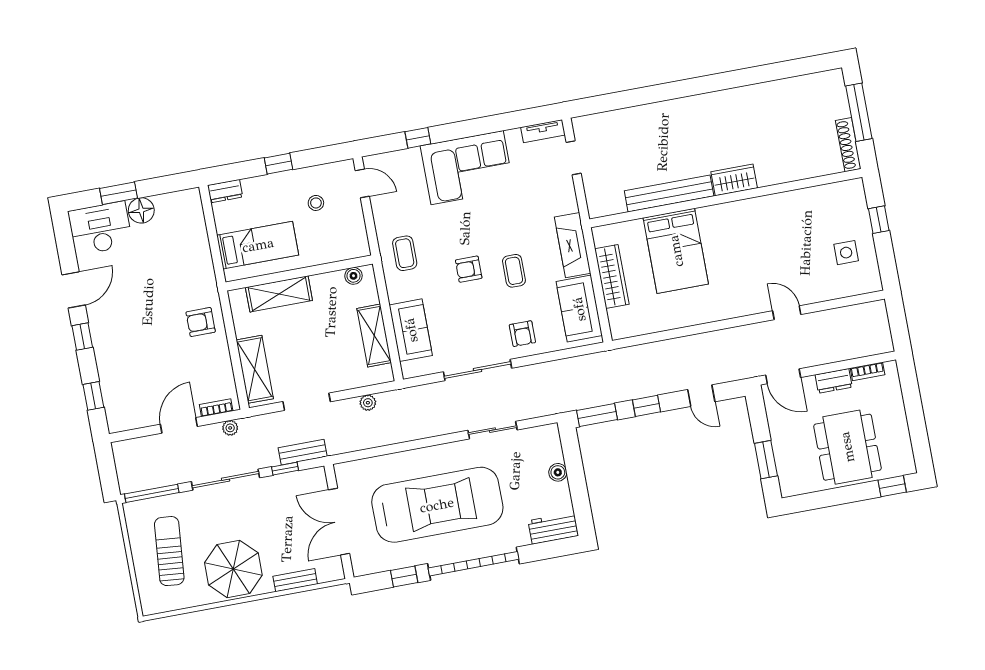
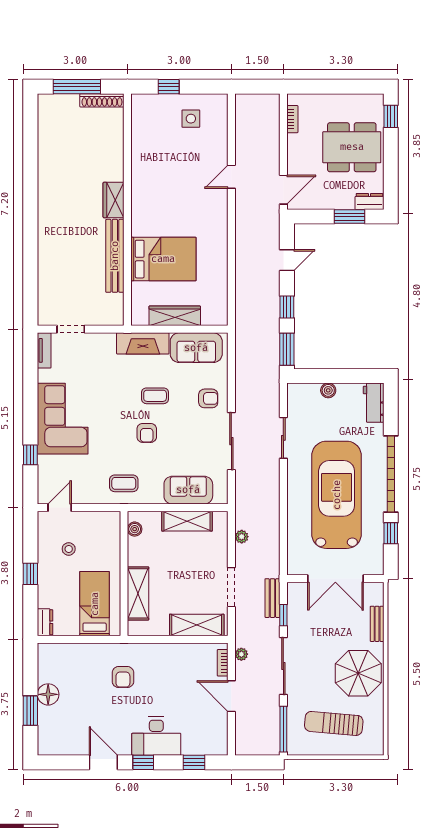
desk: (100, 228) -> (156, 736), moved, turned -90
armchair: (201, 322) -> (123, 677), moved
dresser: (834, 381) -> (369, 202), moved, turned -90

